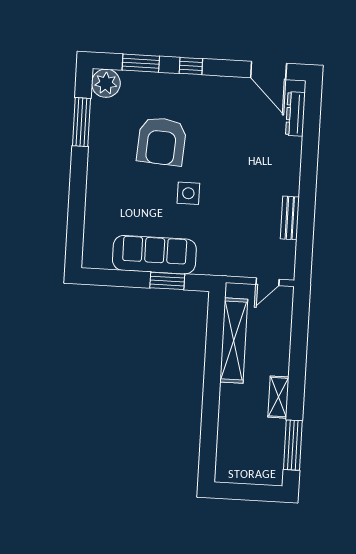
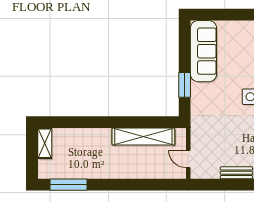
sofa: (154, 255) -> (203, 51), moved
shelving: (278, 397) -> (45, 143), moved, turned 90

